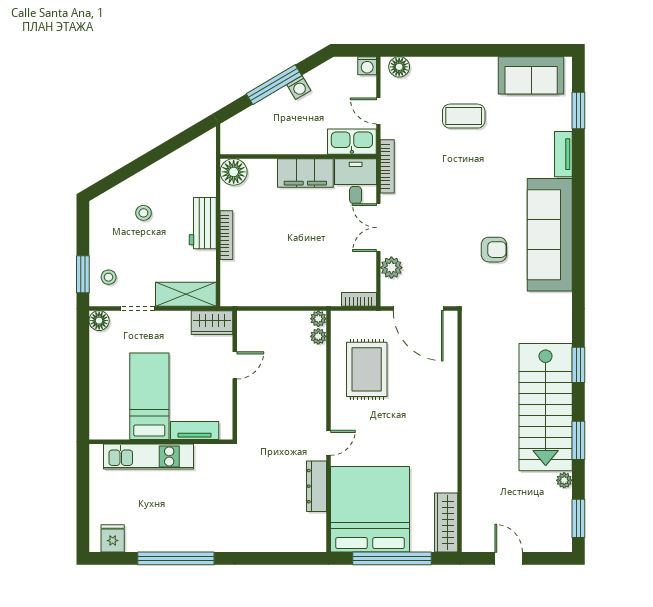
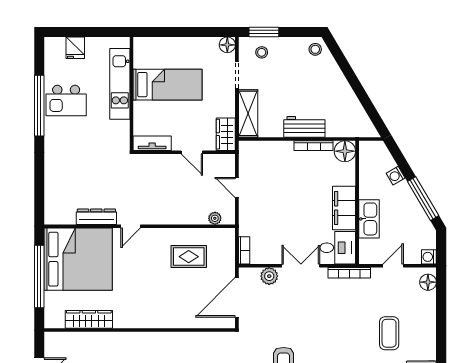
window: (274, 85) -> (423, 199), moved
washing machine: (299, 87) -> (396, 176), moved
kitchen sink: (352, 142) -> (369, 219), moved
stool: (143, 213) -> (315, 49), moved
bookcase: (226, 235) -> (314, 146), moved
door: (279, 308) -> (237, 188), added
plant: (318, 319) -> (229, 218), removed
rug: (367, 369) -> (189, 257), width x0.73, depth x0.70
tv unit: (195, 430) -> (152, 143), moved, turned -90
door: (328, 443) -> (131, 226), hinge flipped
wardrobe: (446, 522) -> (89, 319), moved
kitchen island: (169, 524) -> (66, 101), added
fridge: (113, 538) -> (75, 48), moved, turned 90

